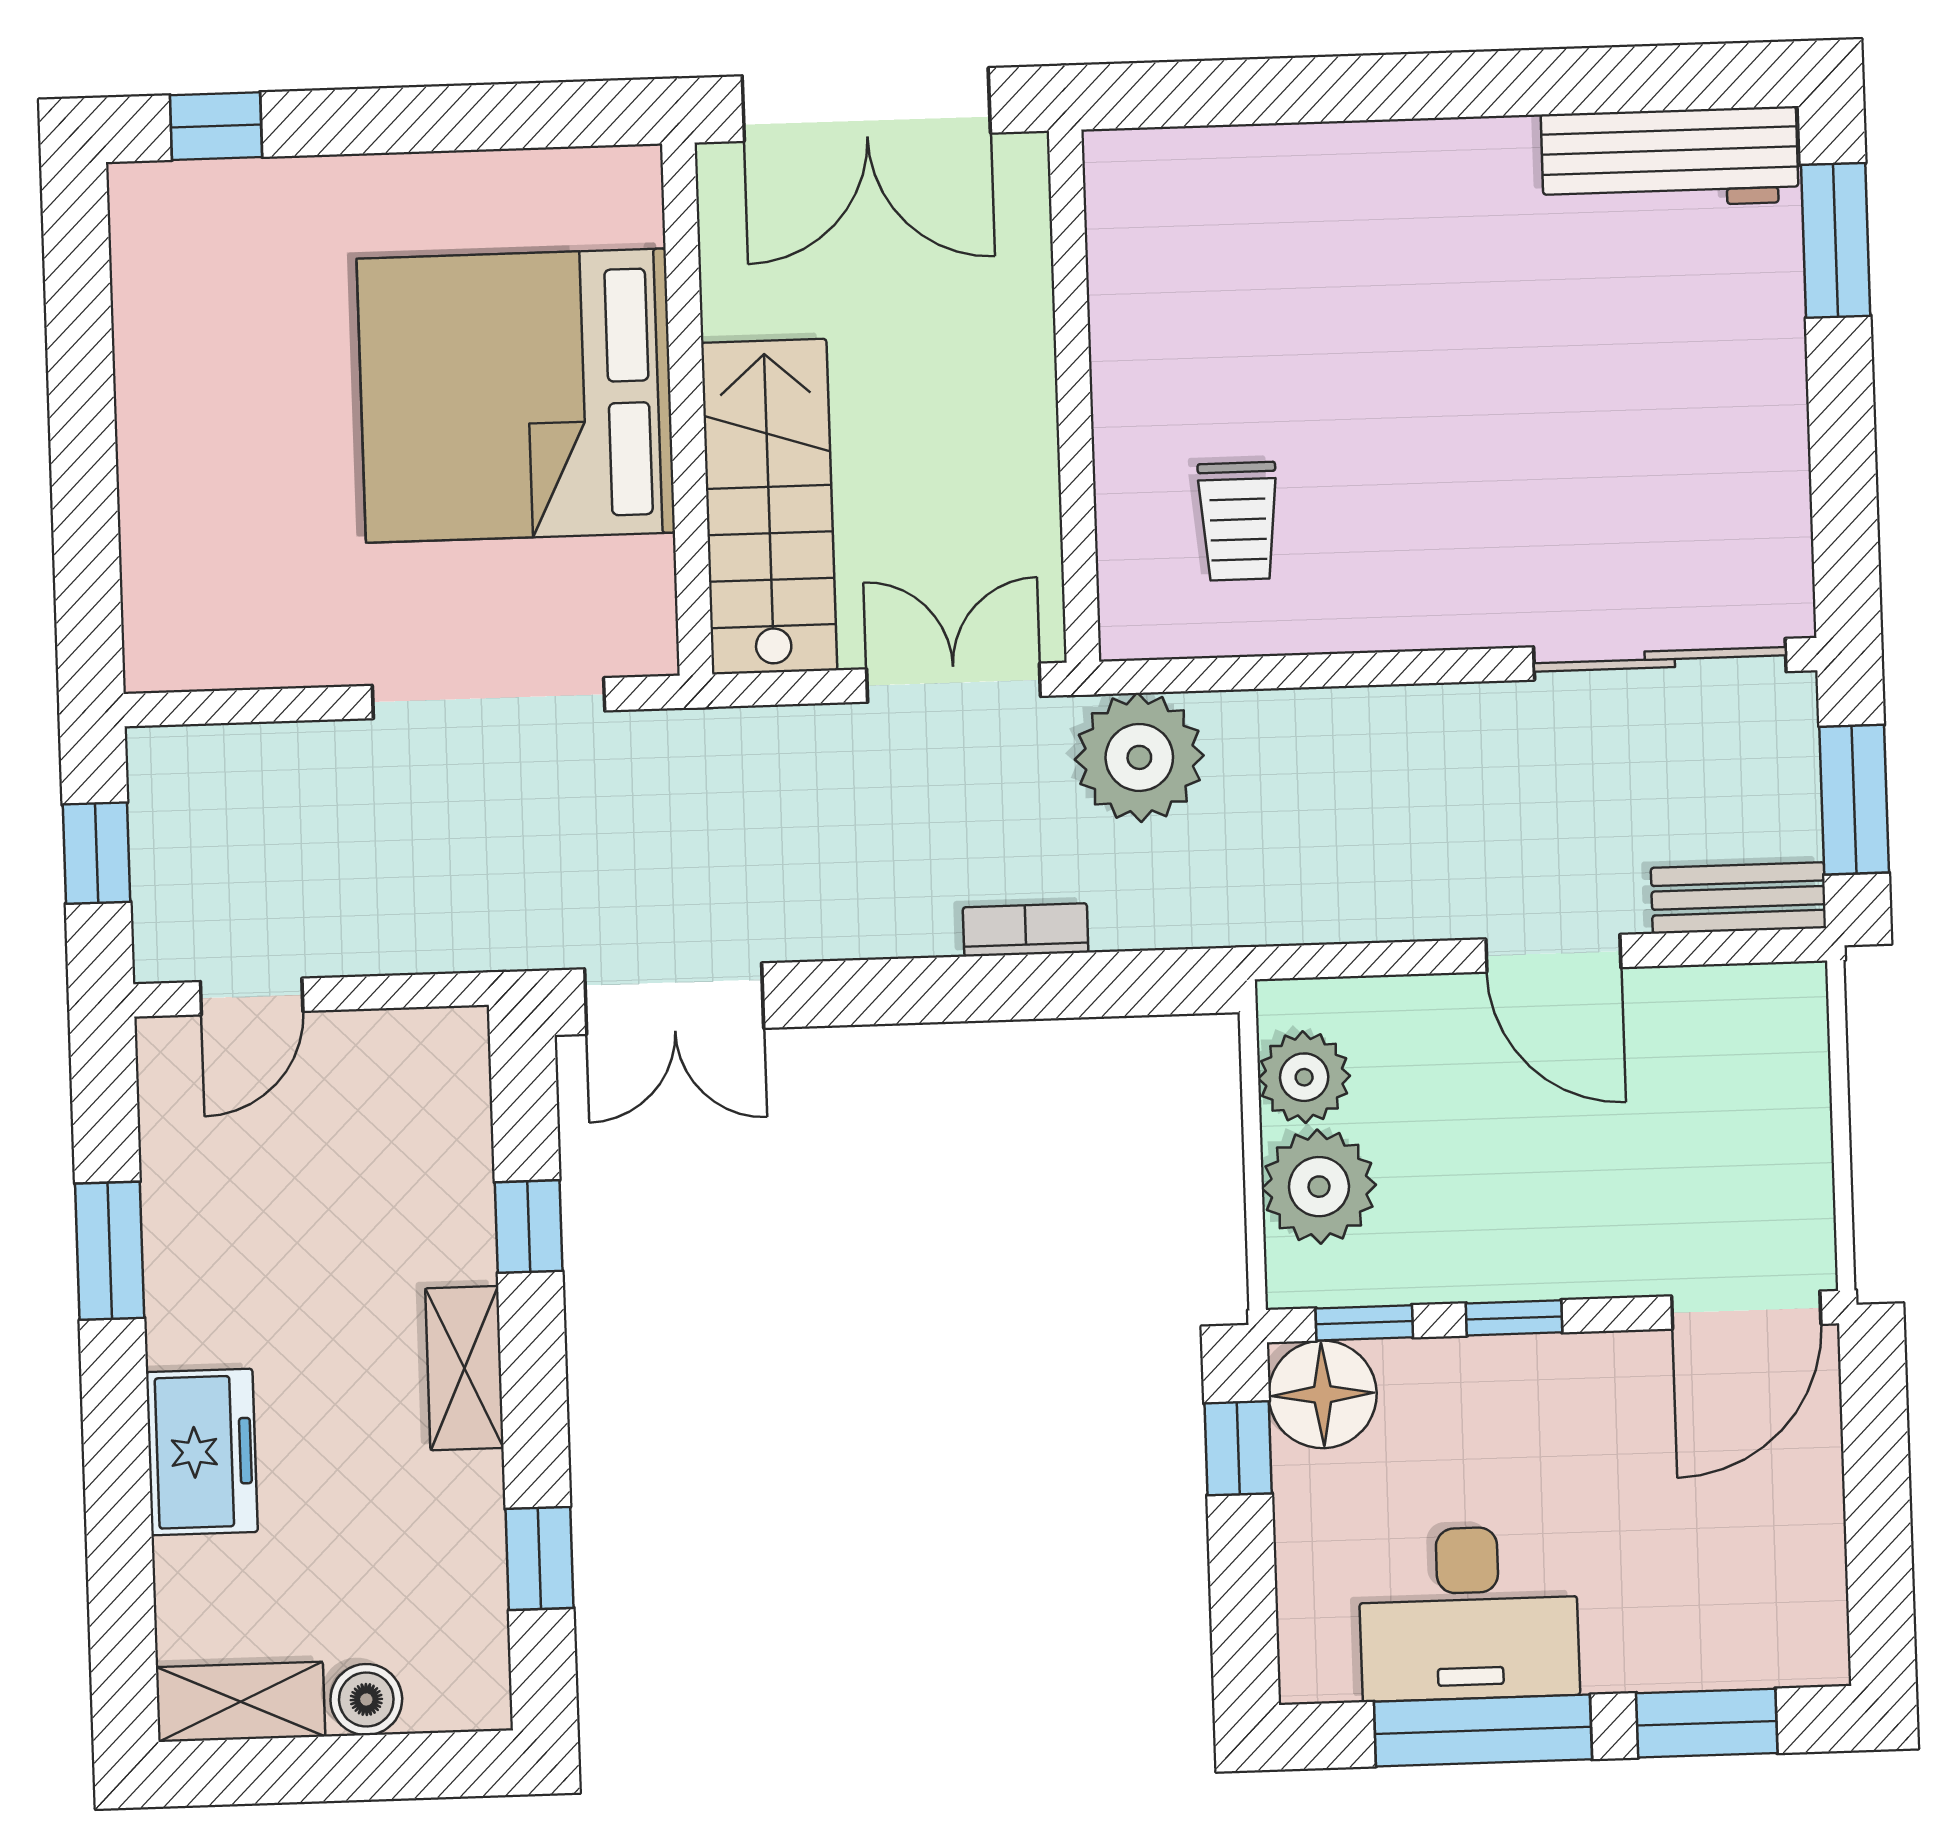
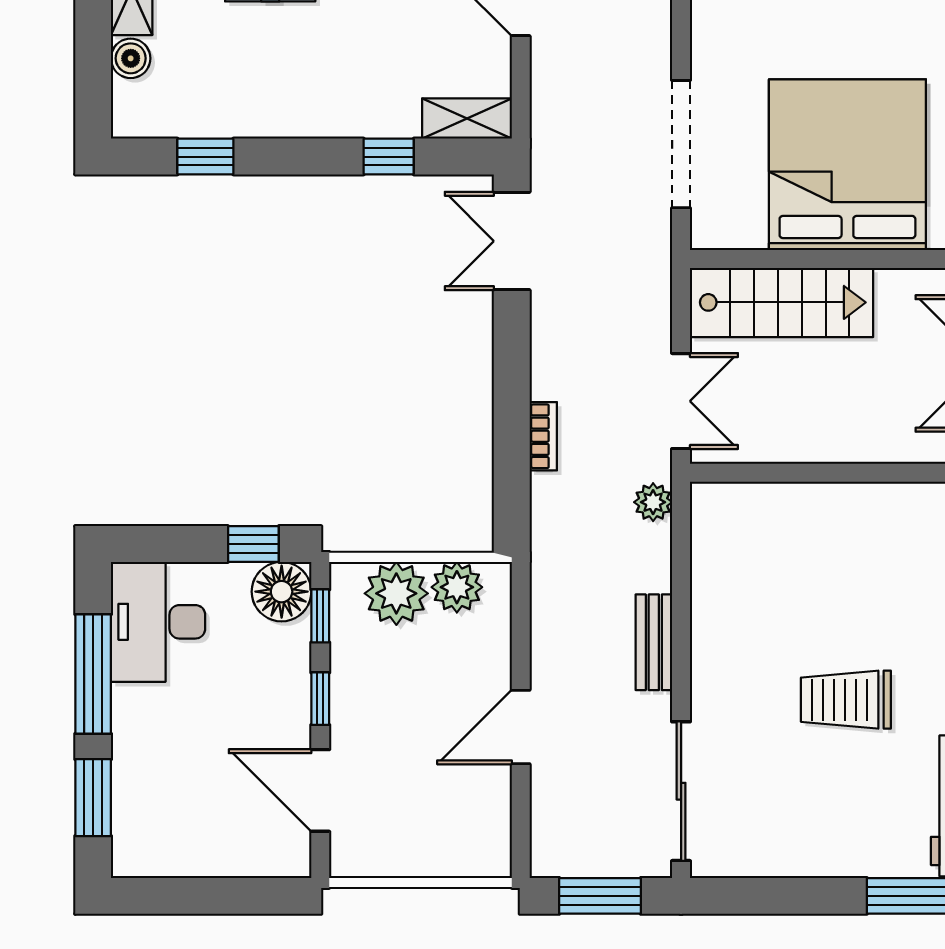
trolley: (1238, 521) -> (846, 700), moved, width x1.36, depth x1.39
plant: (1139, 757) -> (653, 502), width x0.53, depth x0.53
bench: (1738, 898) -> (654, 642), moved
door: (1746, 1310) -> (320, 790), moved
shelving: (464, 1368) -> (467, 119), moved
desk: (1469, 1613) -> (158, 622), moved

